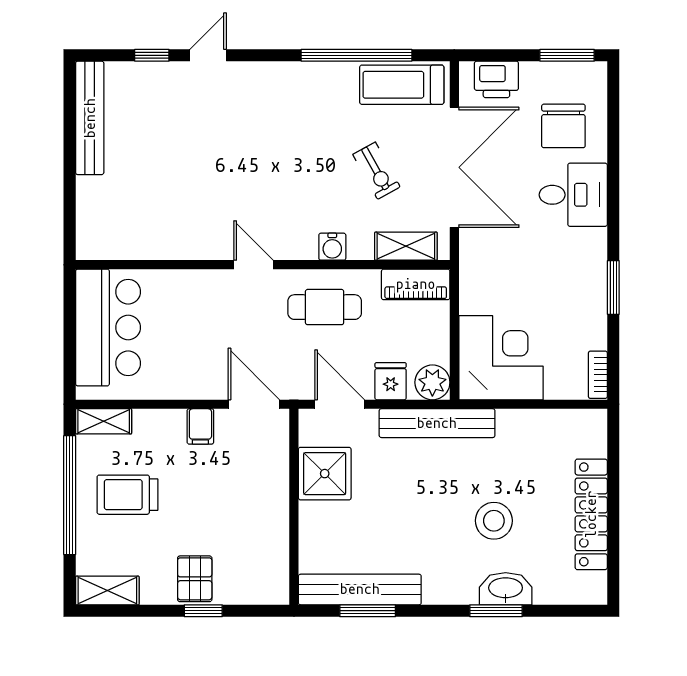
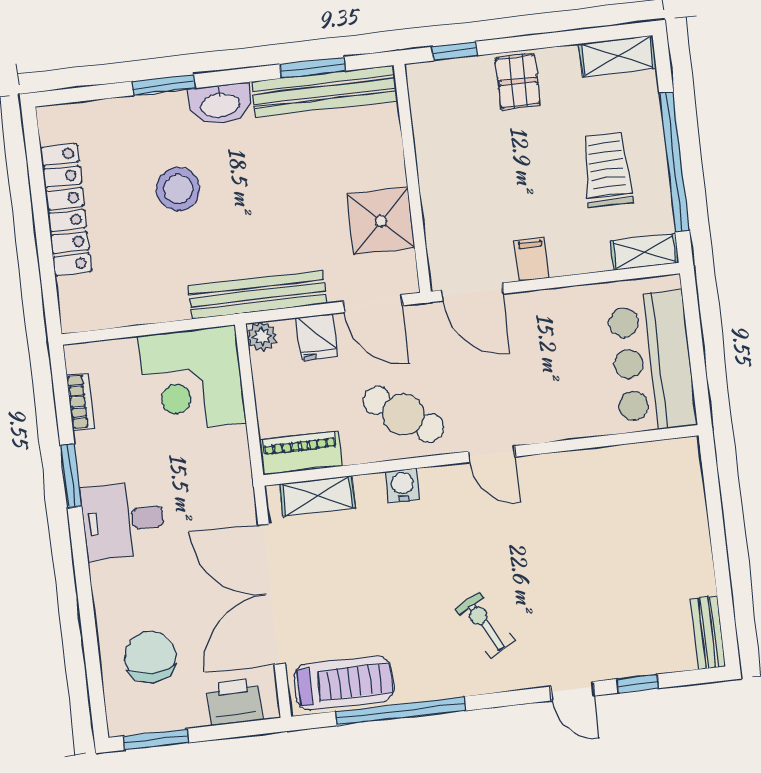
door: (208, 55) -> (573, 691), hinge flipped
bench: (90, 118) -> (708, 633), width x0.54, depth x0.82
exercise bike: (376, 171) -> (485, 625), moved
desk: (573, 195) -> (123, 520), moved
cafe table: (325, 307) -> (403, 414), turned 34
bookcase: (598, 375) -> (80, 402), moved
plant: (432, 382) -> (262, 337), width x0.73, depth x0.73
trolley: (127, 495) -> (607, 170), turned -90
washbasin: (506, 589) -> (220, 104), moved
window: (203, 611) -> (454, 51), moved

